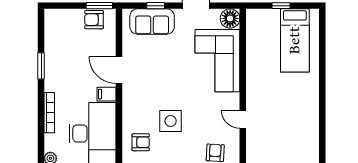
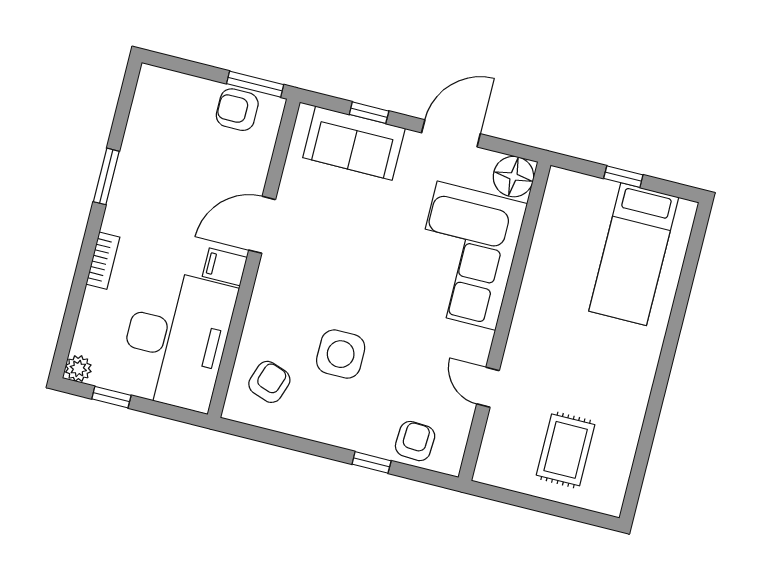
door: (119, 70) -> (262, 225), hinge flipped
bookcase: (49, 113) -> (103, 261), width x0.64
rug: (286, 139) -> (566, 450), added
armchair: (141, 142) -> (269, 382), turned -71

